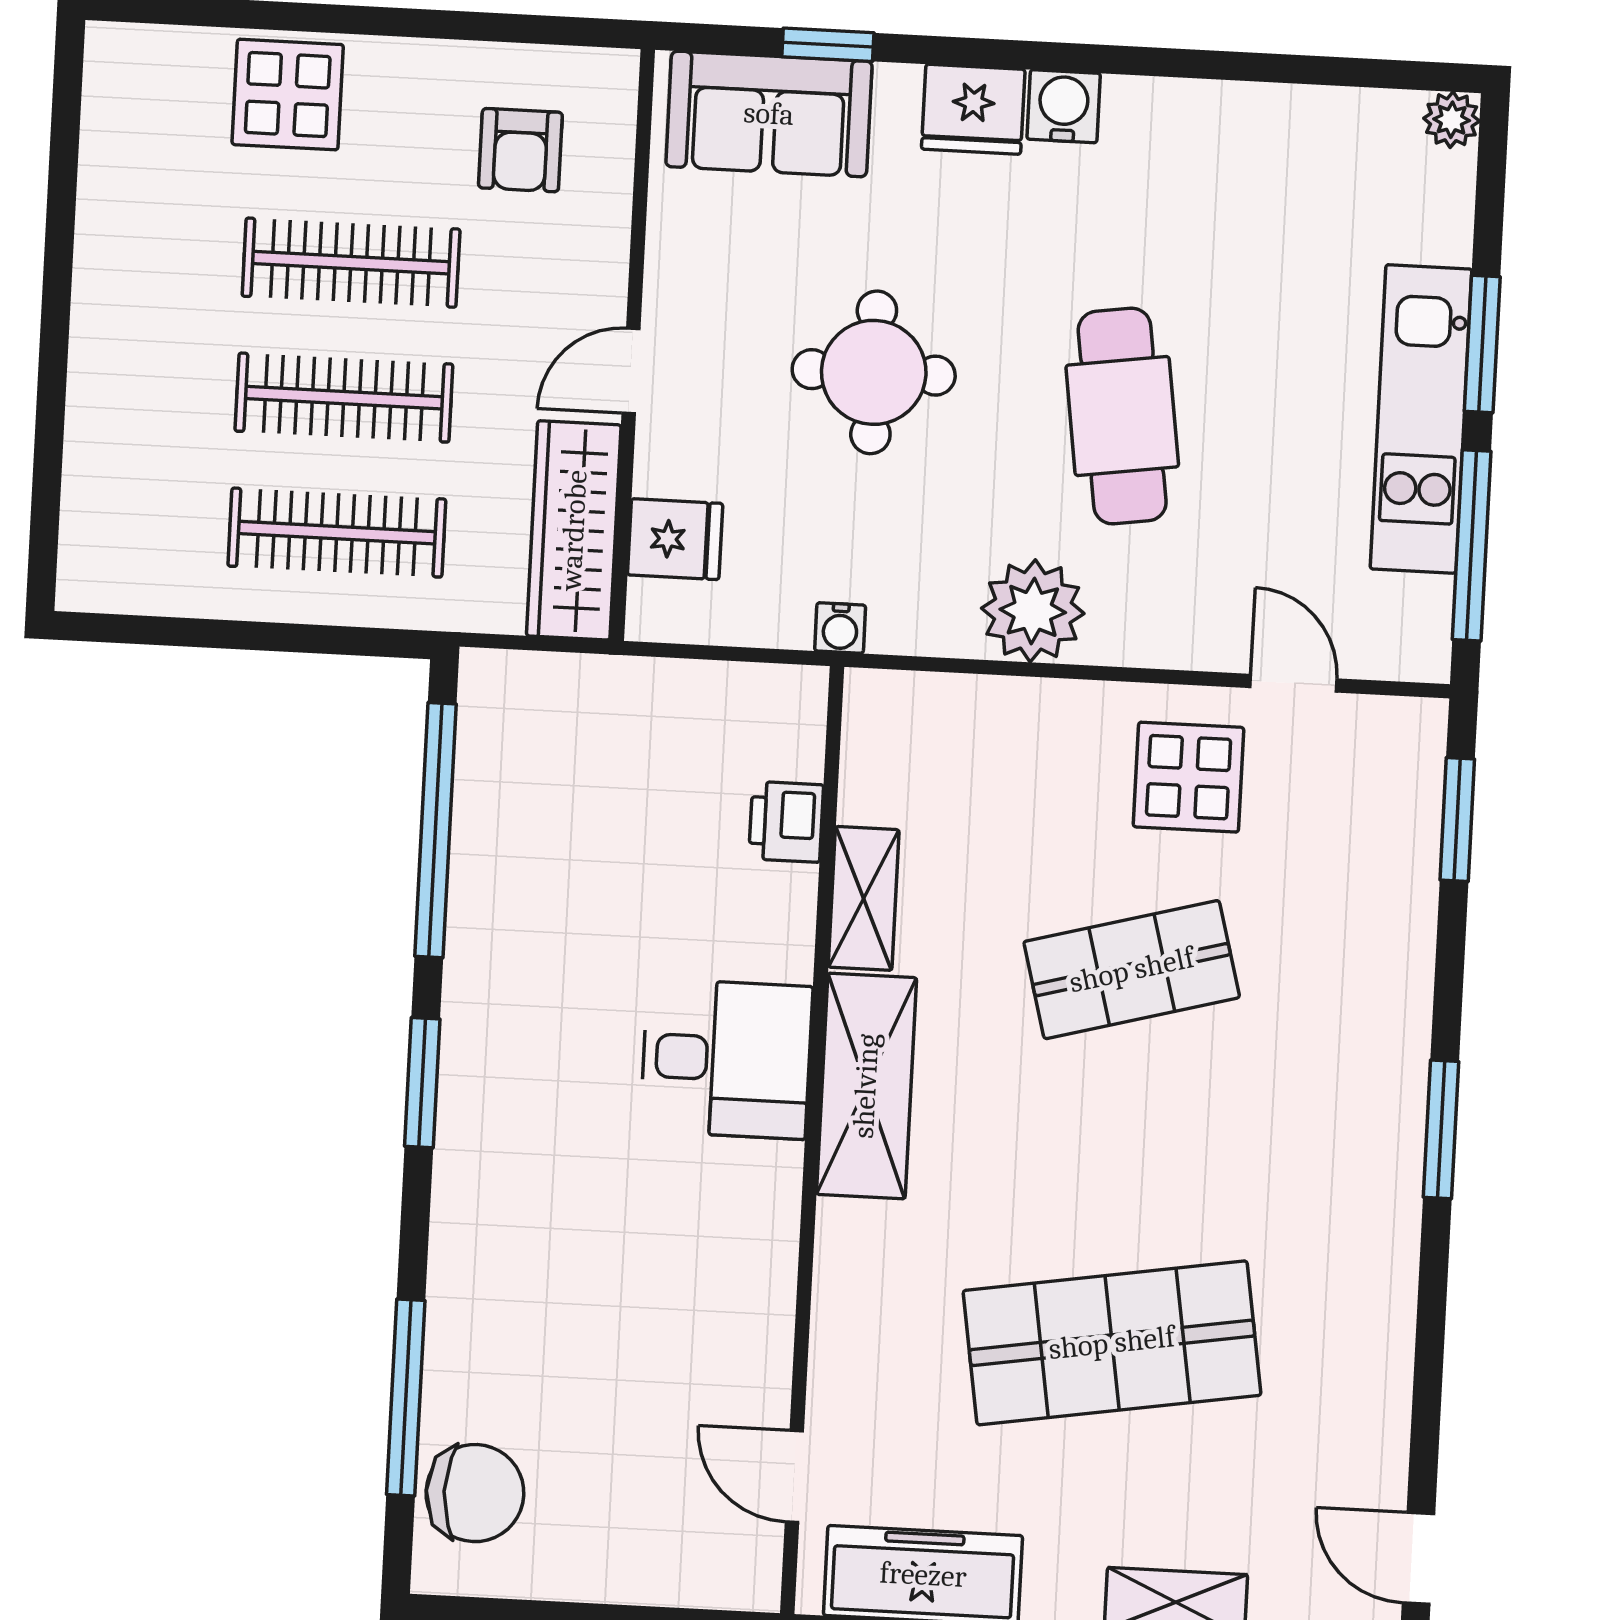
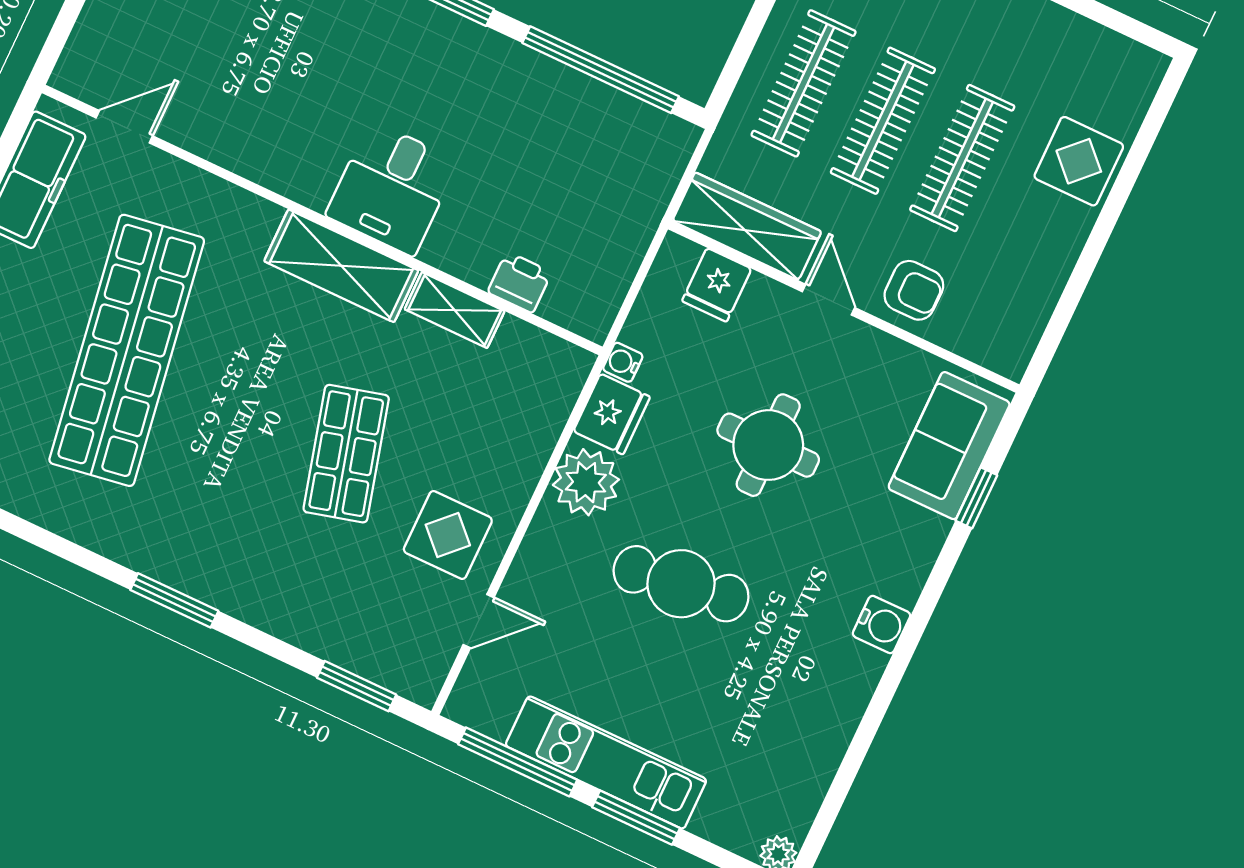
fridge: (973, 109) -> (612, 414), moved, turned 180
armchair: (520, 150) -> (914, 290), moved, turned 180
shop shelf: (1112, 1343) -> (127, 350), width x1.40

